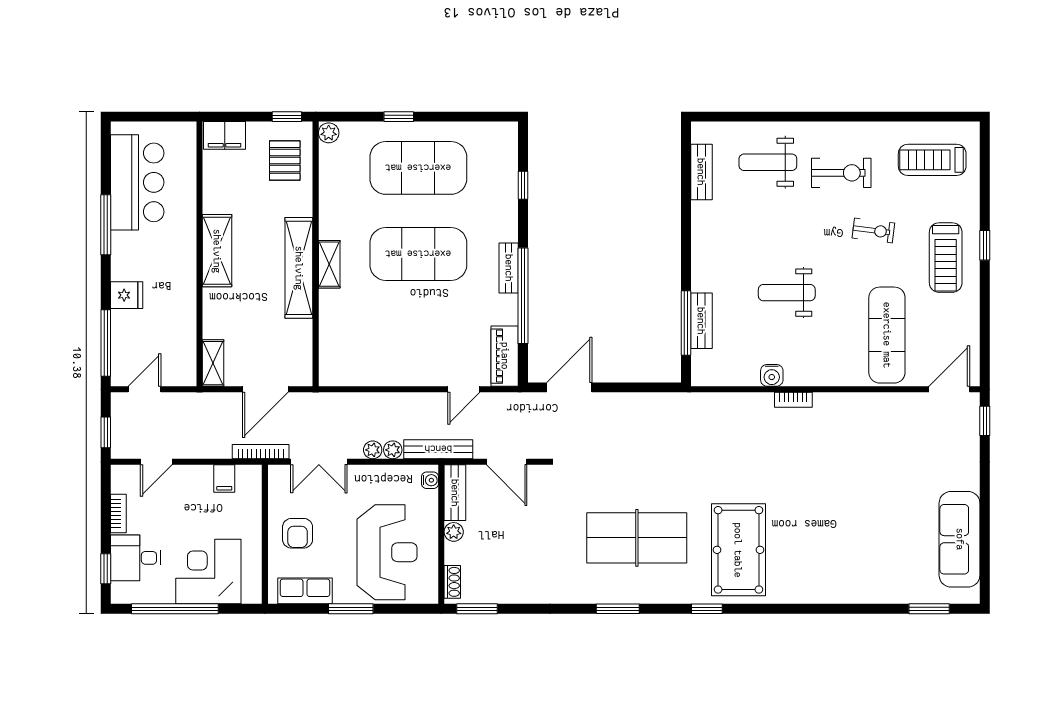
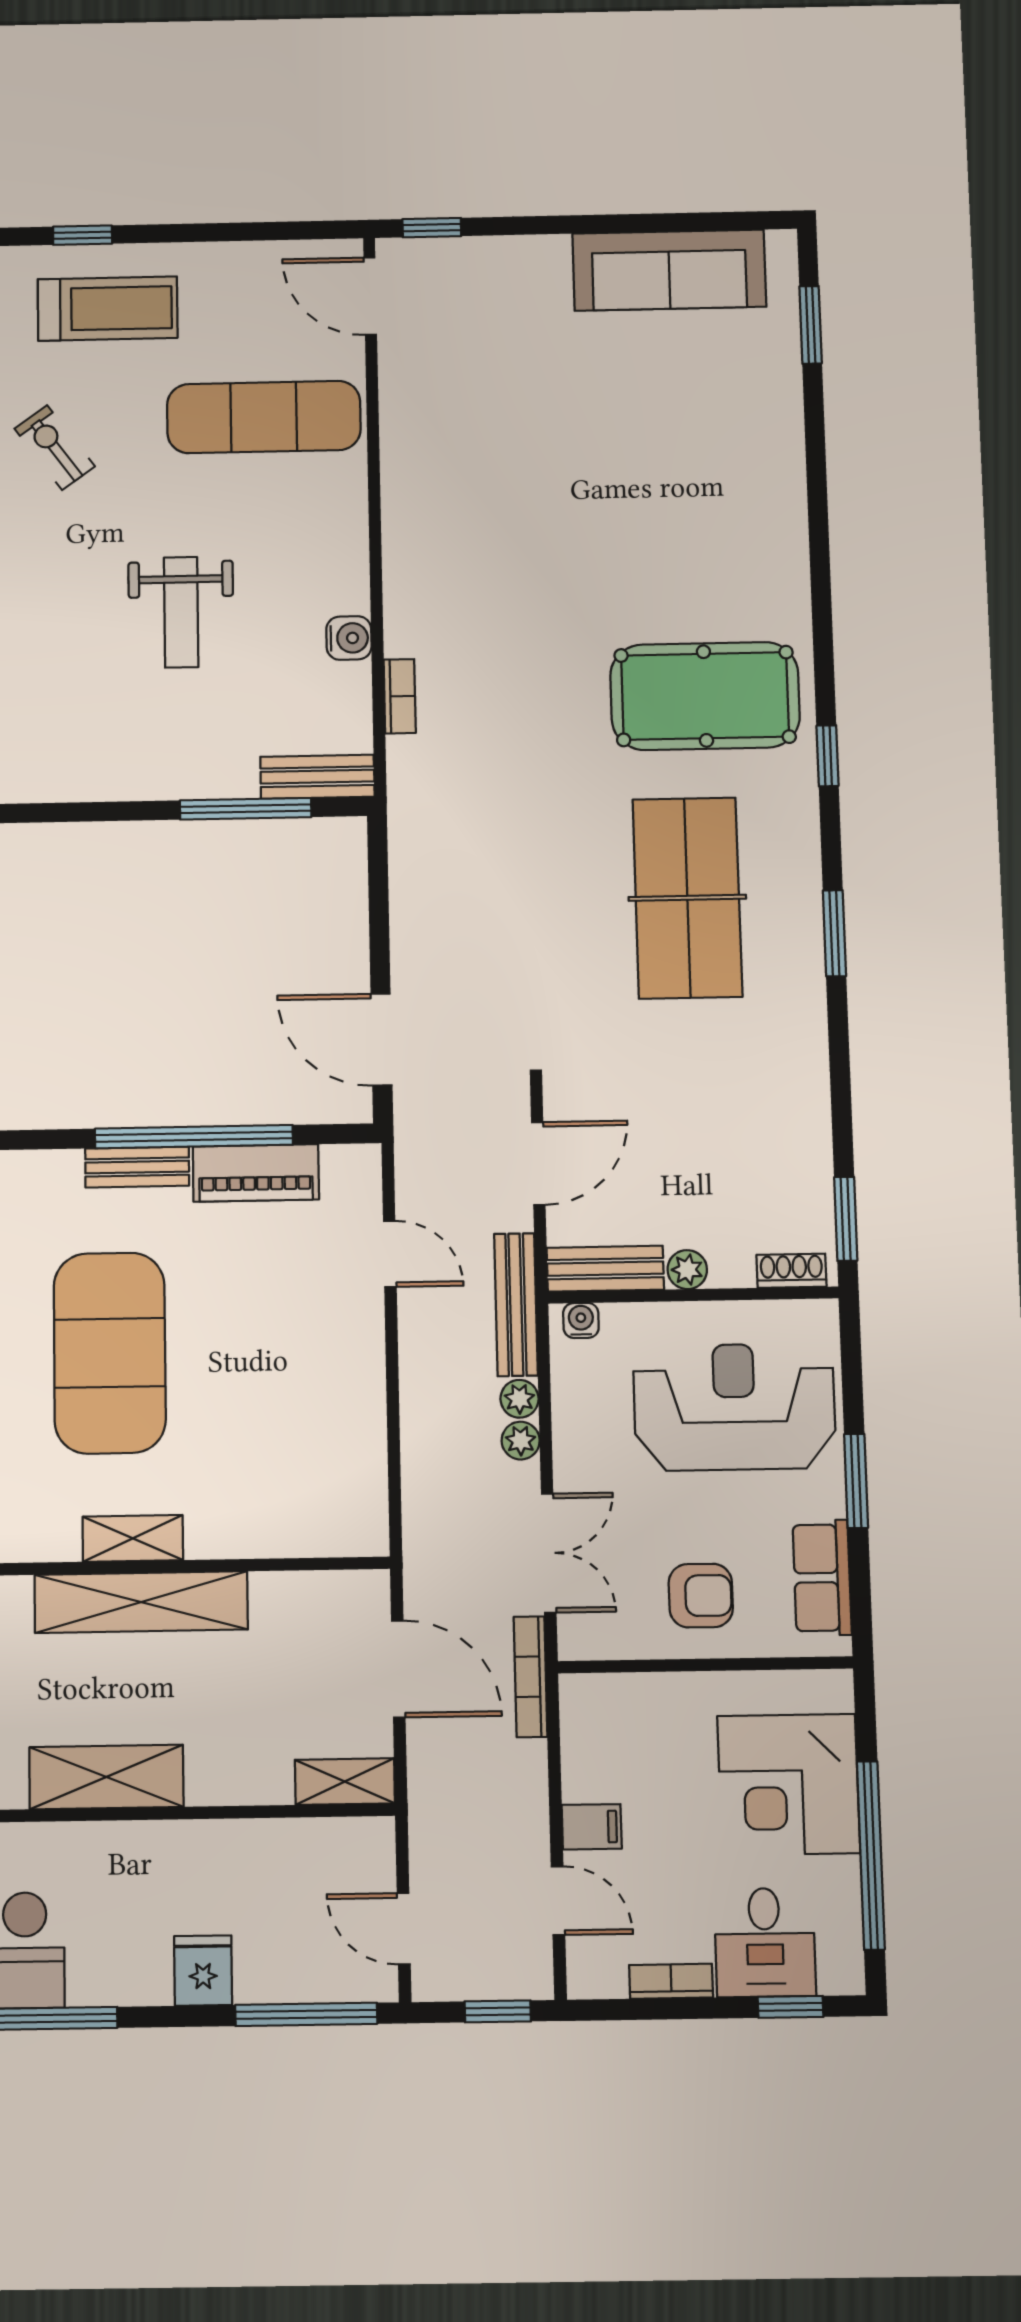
exercise bike: (873, 231) -> (55, 448), turned -43
bench: (701, 321) -> (317, 777), moved
piano: (505, 356) -> (256, 1173), moved
bookcase: (793, 400) -> (400, 696), moved
filing cabinet: (224, 479) -> (592, 1827), moved

